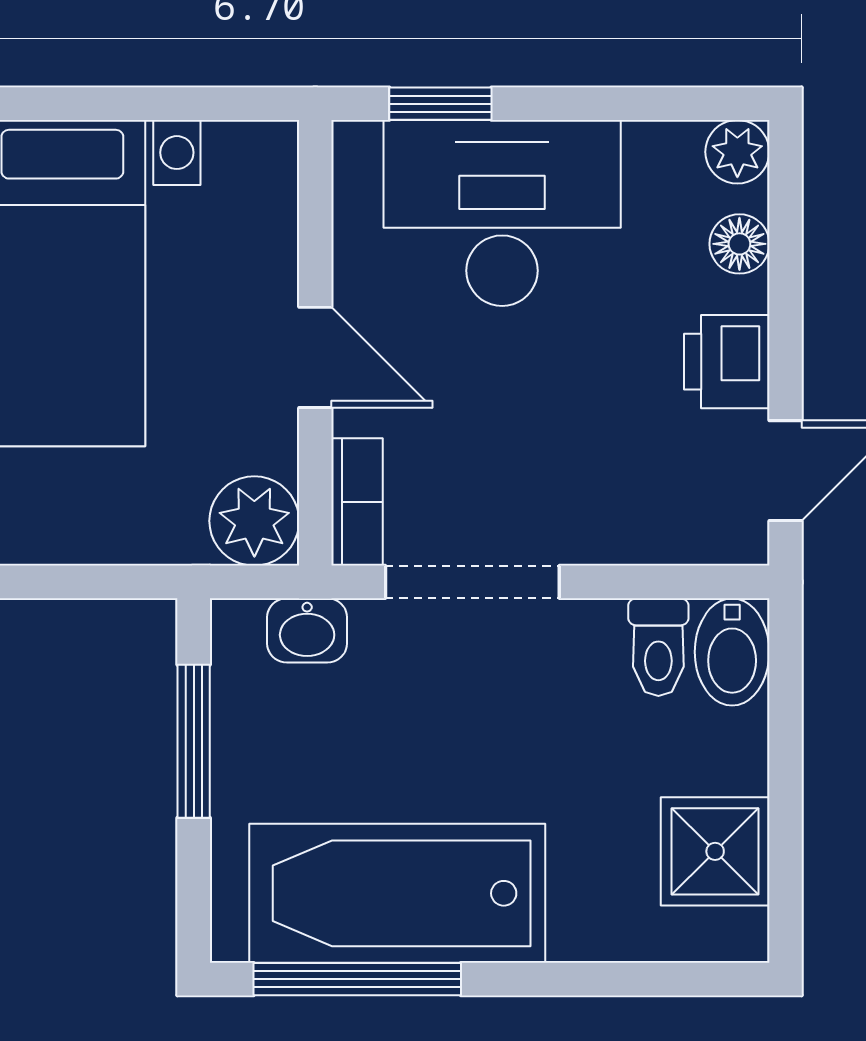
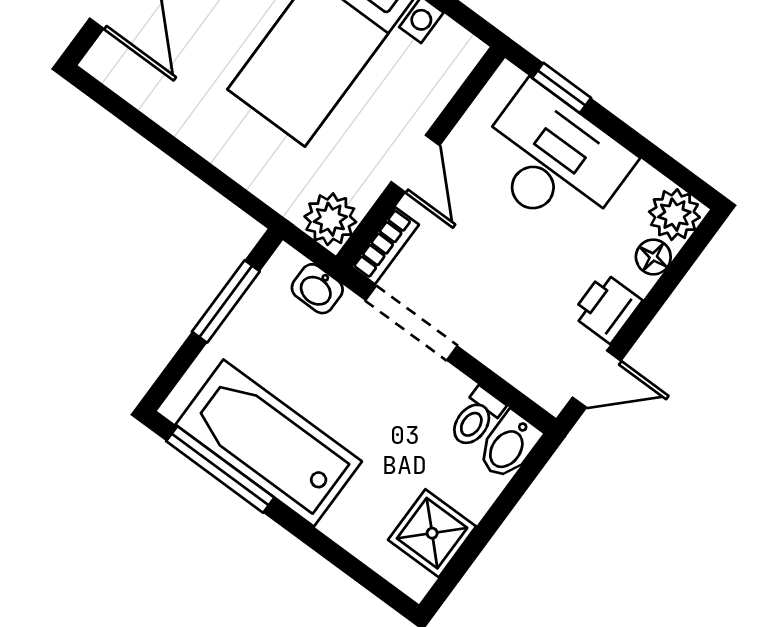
plant: (737, 152) -> (674, 215), width x1.38, depth x1.38

